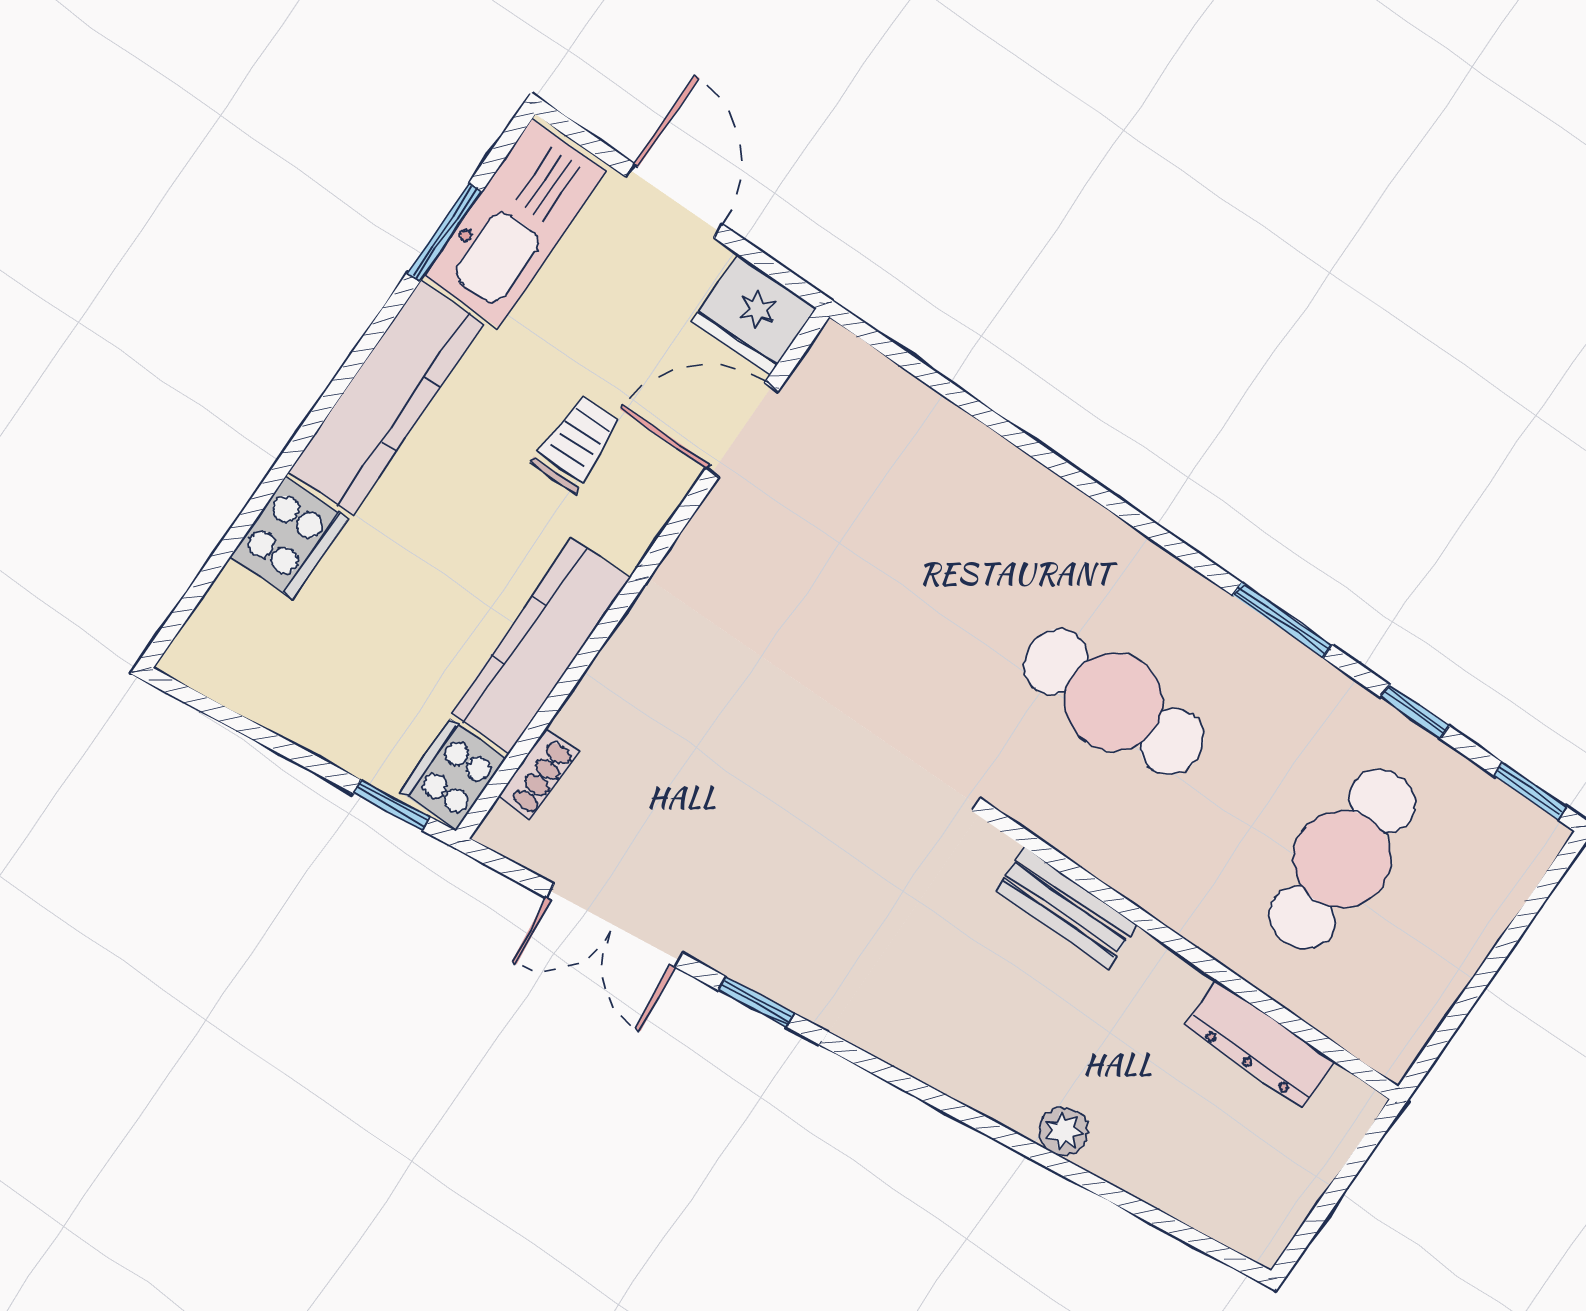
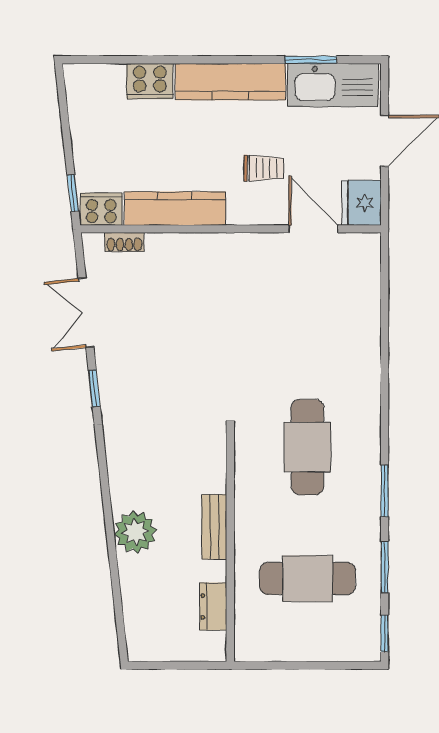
window: (1415, 711) -> (385, 567), width x1.50
bench: (1066, 908) -> (214, 527), moved
dresser: (1260, 1044) -> (213, 606), width x0.70
plant: (1064, 1131) -> (135, 532), width x1.88, depth x1.88

